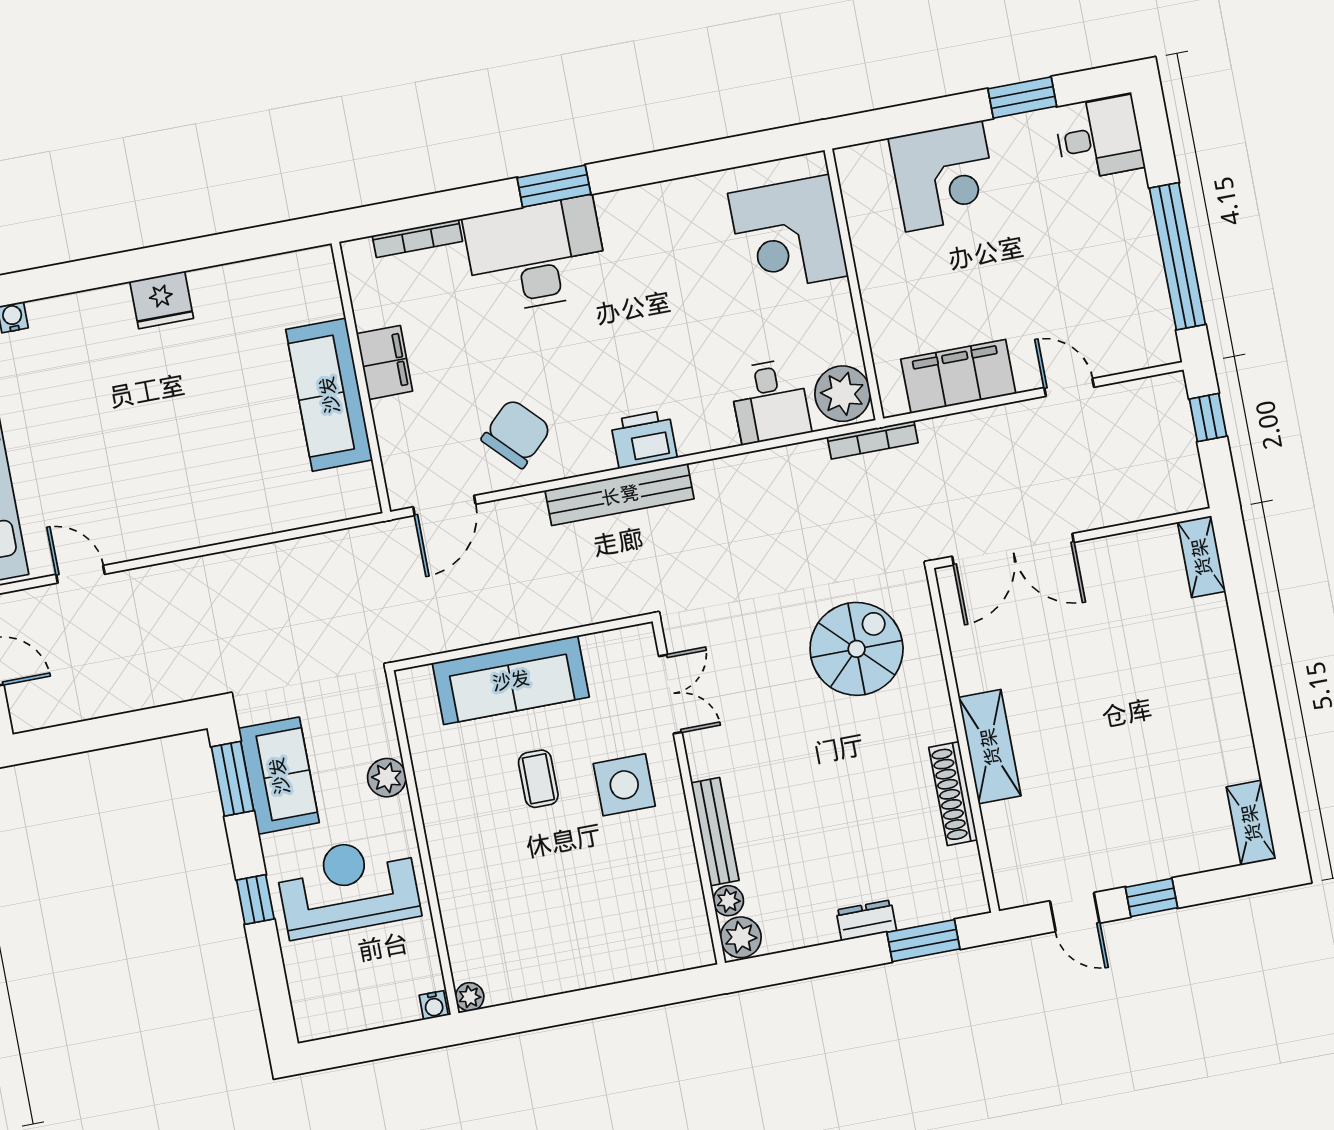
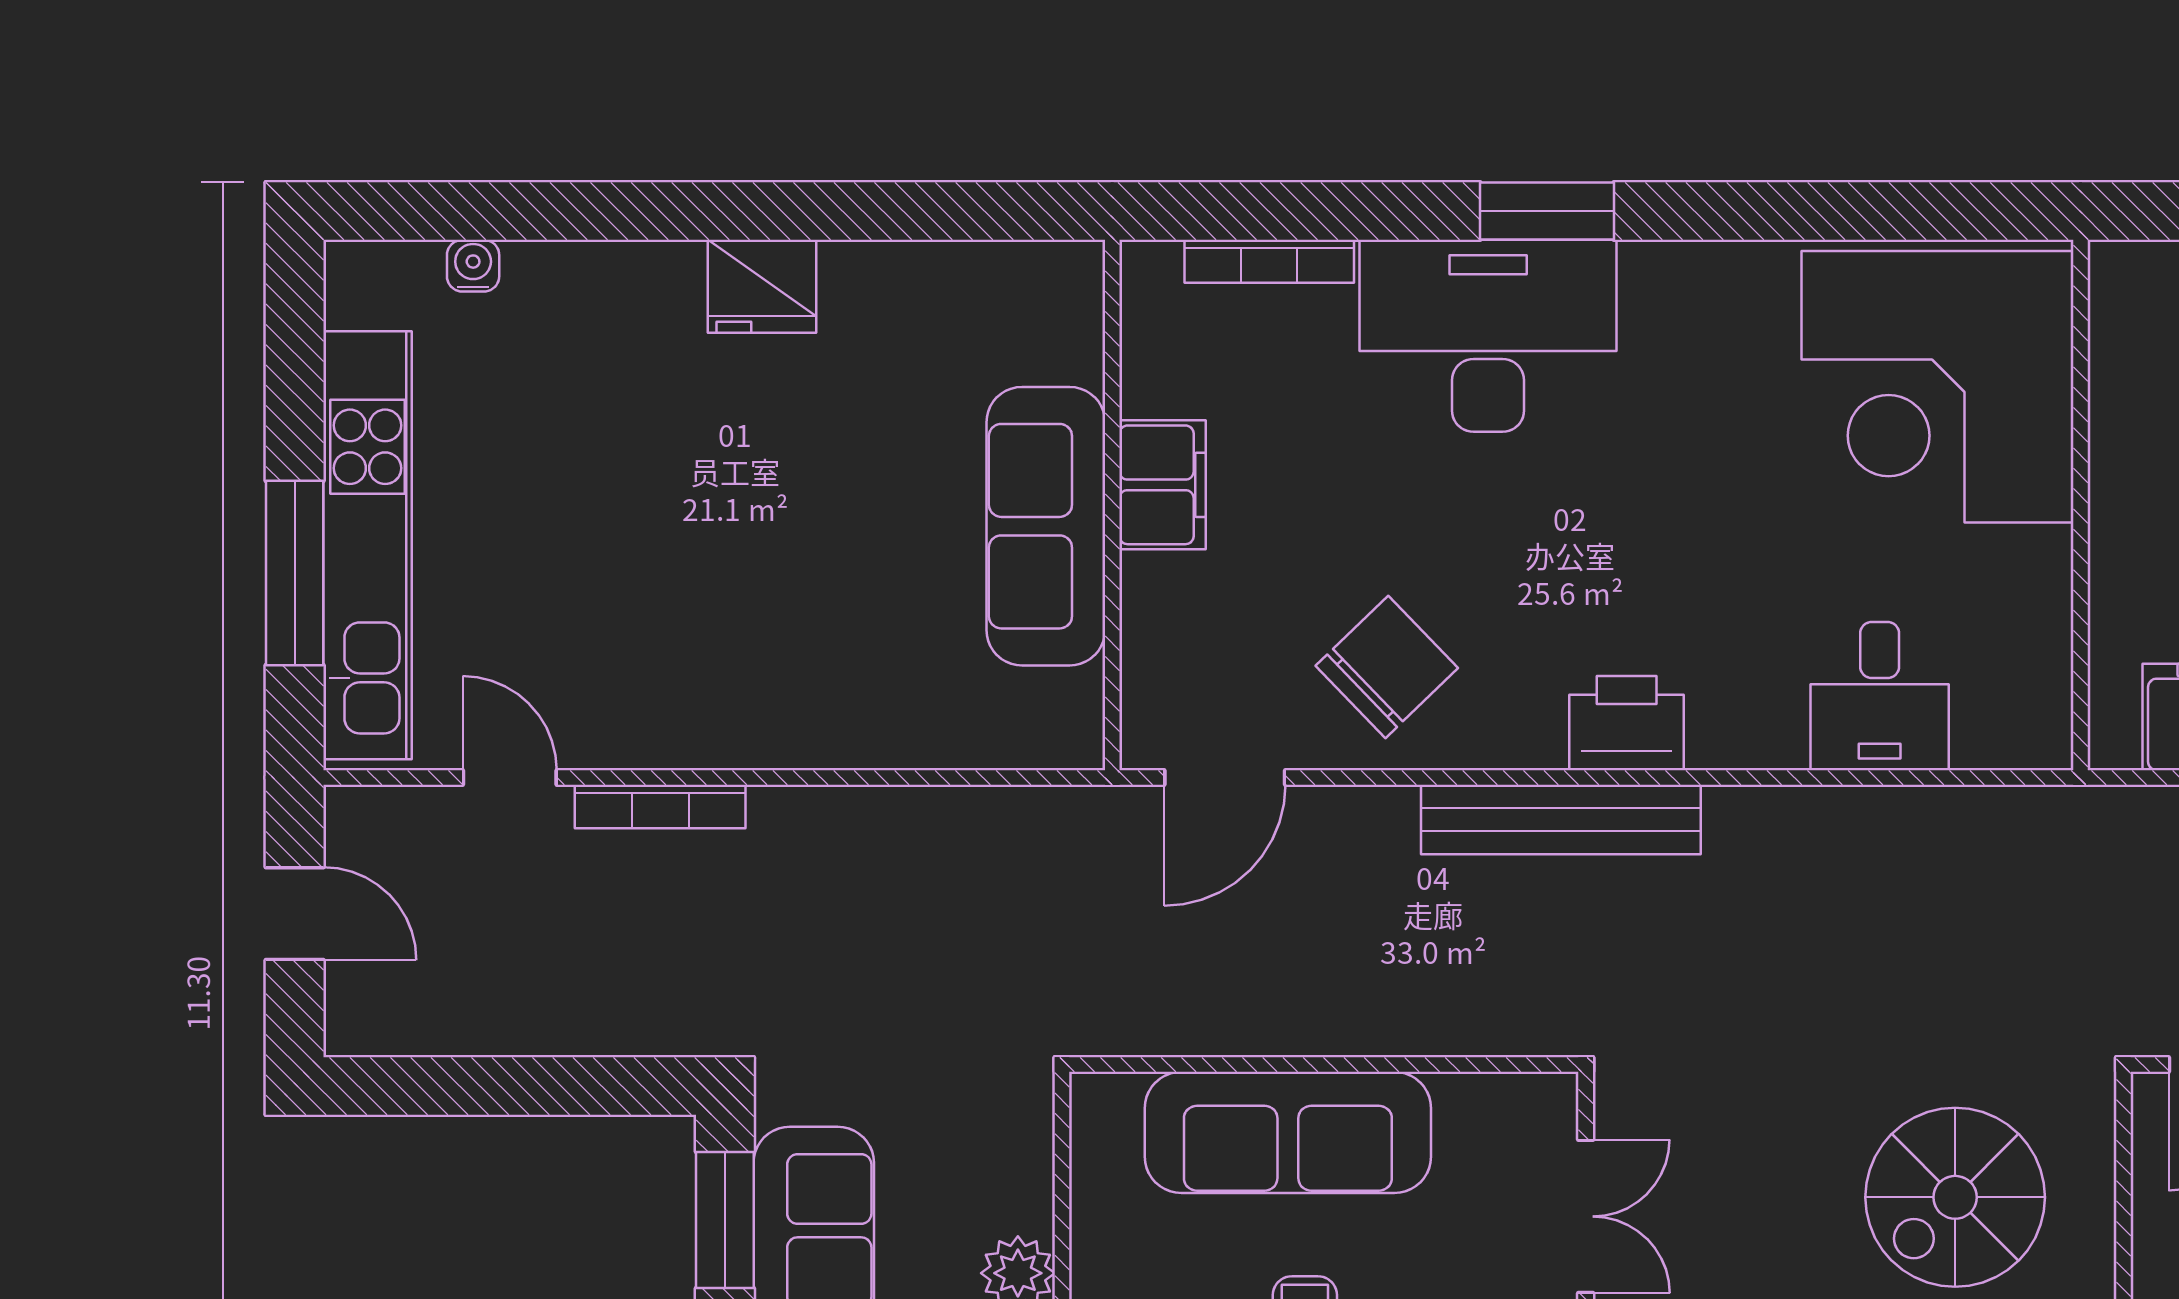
corner desk: (788, 235) -> (1937, 387), width x1.36, depth x1.36
plant: (842, 394) -> (2020, 708), removed
bookcase: (873, 440) -> (660, 807), moved
spiral stairs: (857, 649) -> (1955, 1197), turned 180

